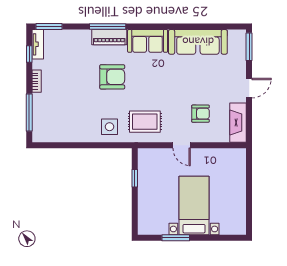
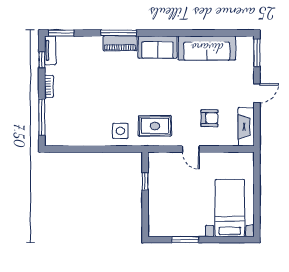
armchair: (112, 77) -> (123, 82), removed
bed with nightstands: (194, 205) -> (230, 208), moved

